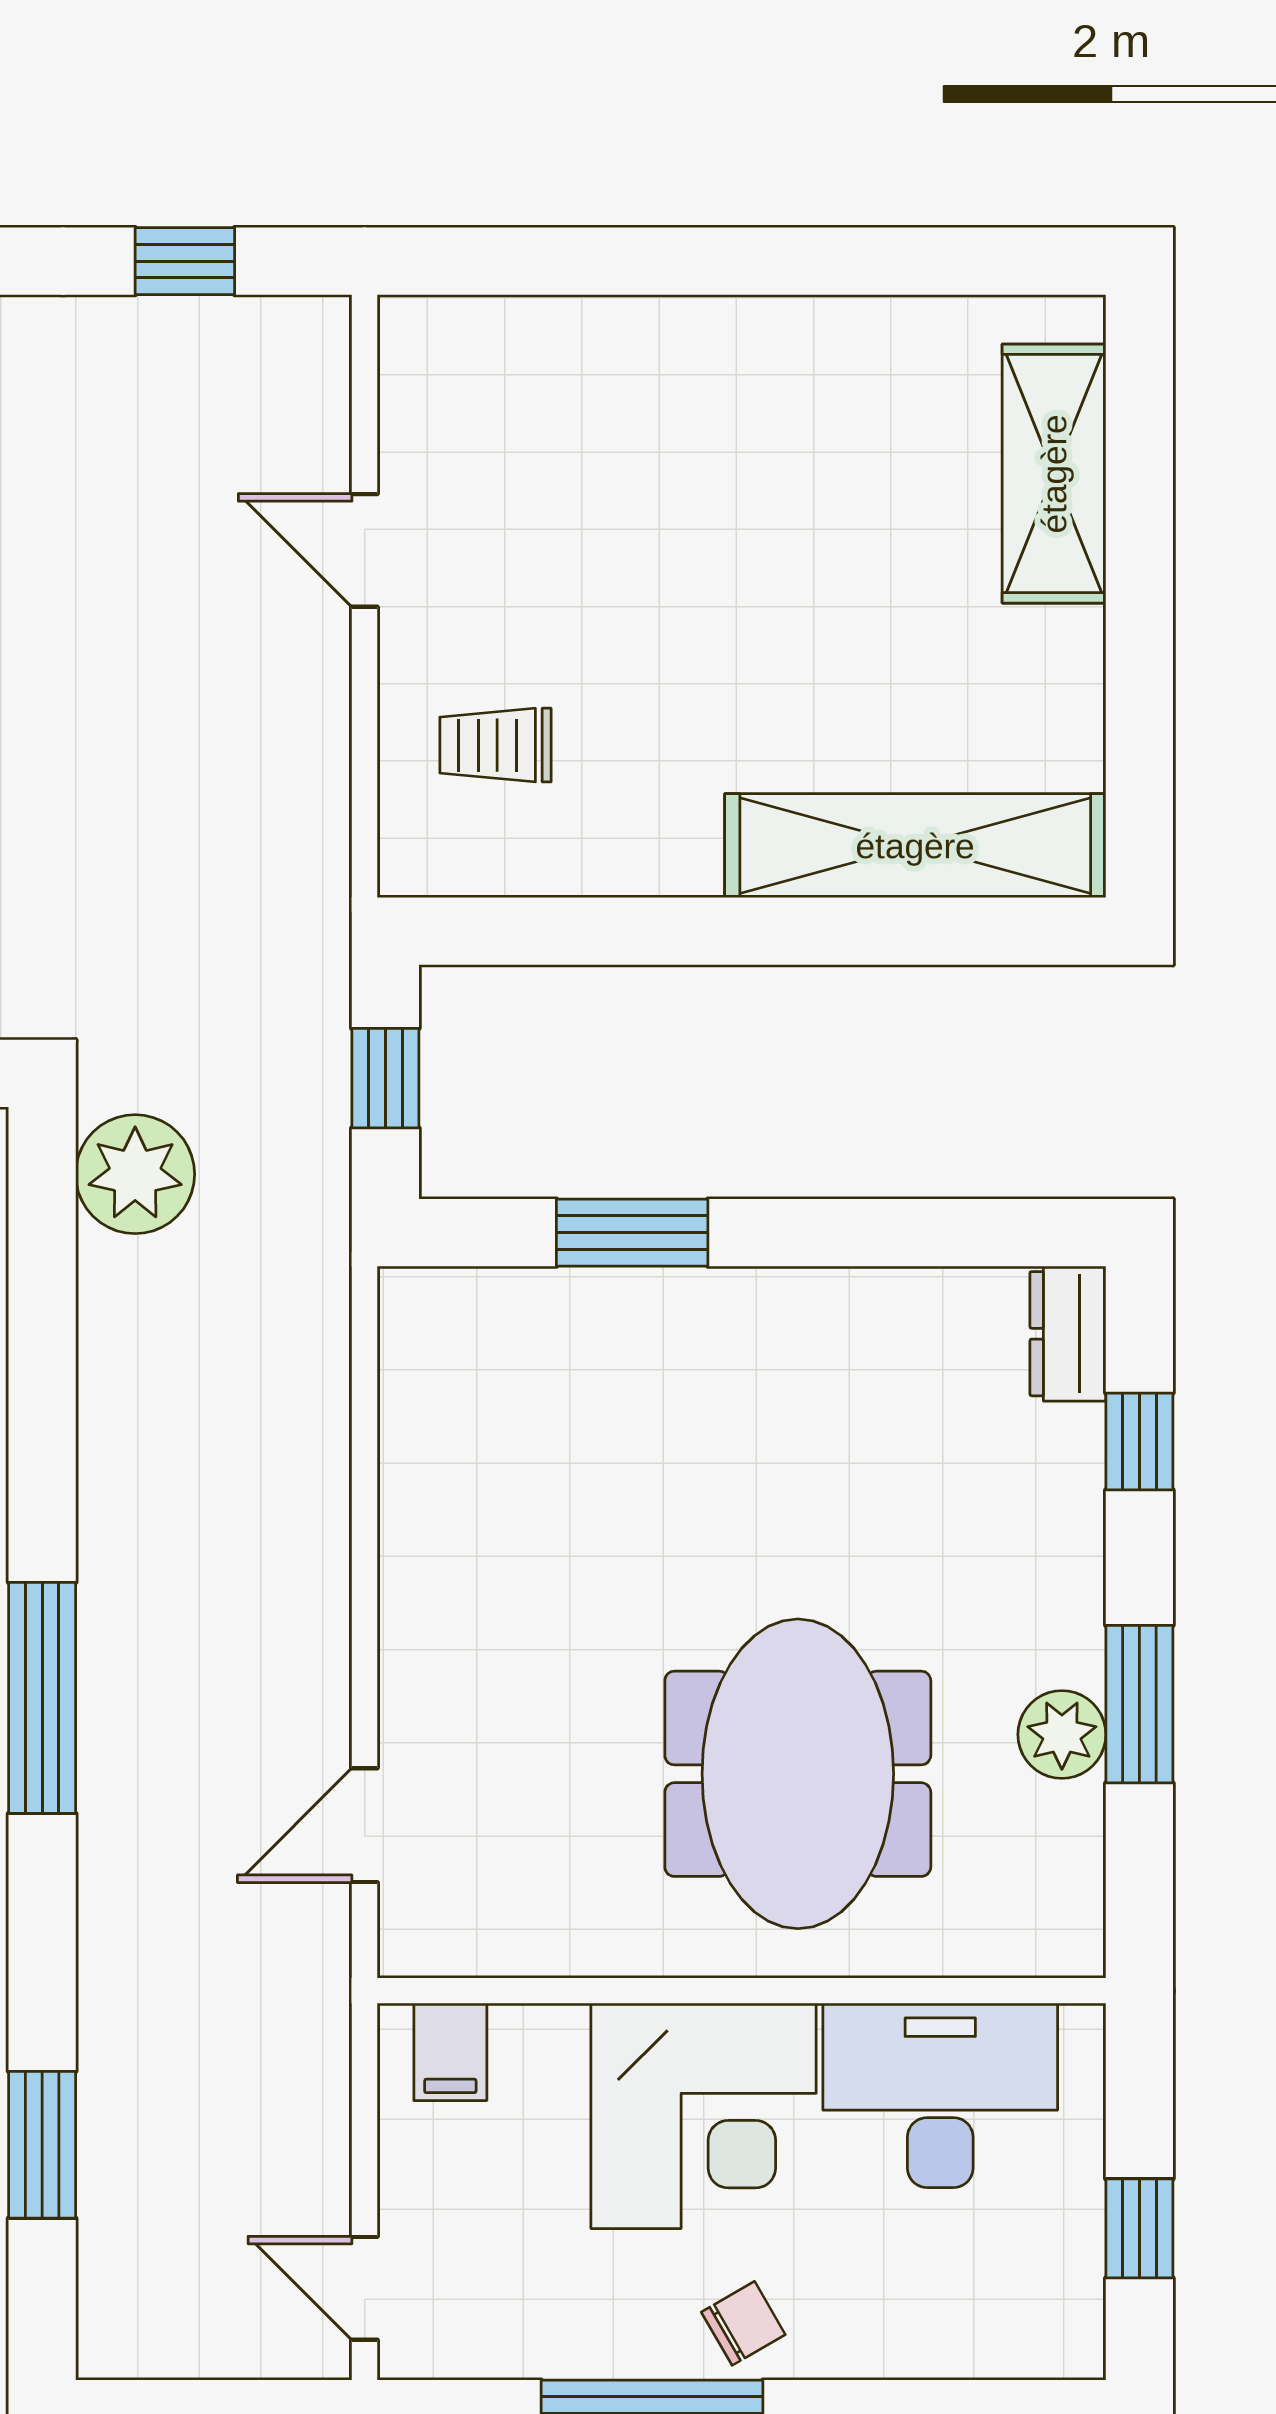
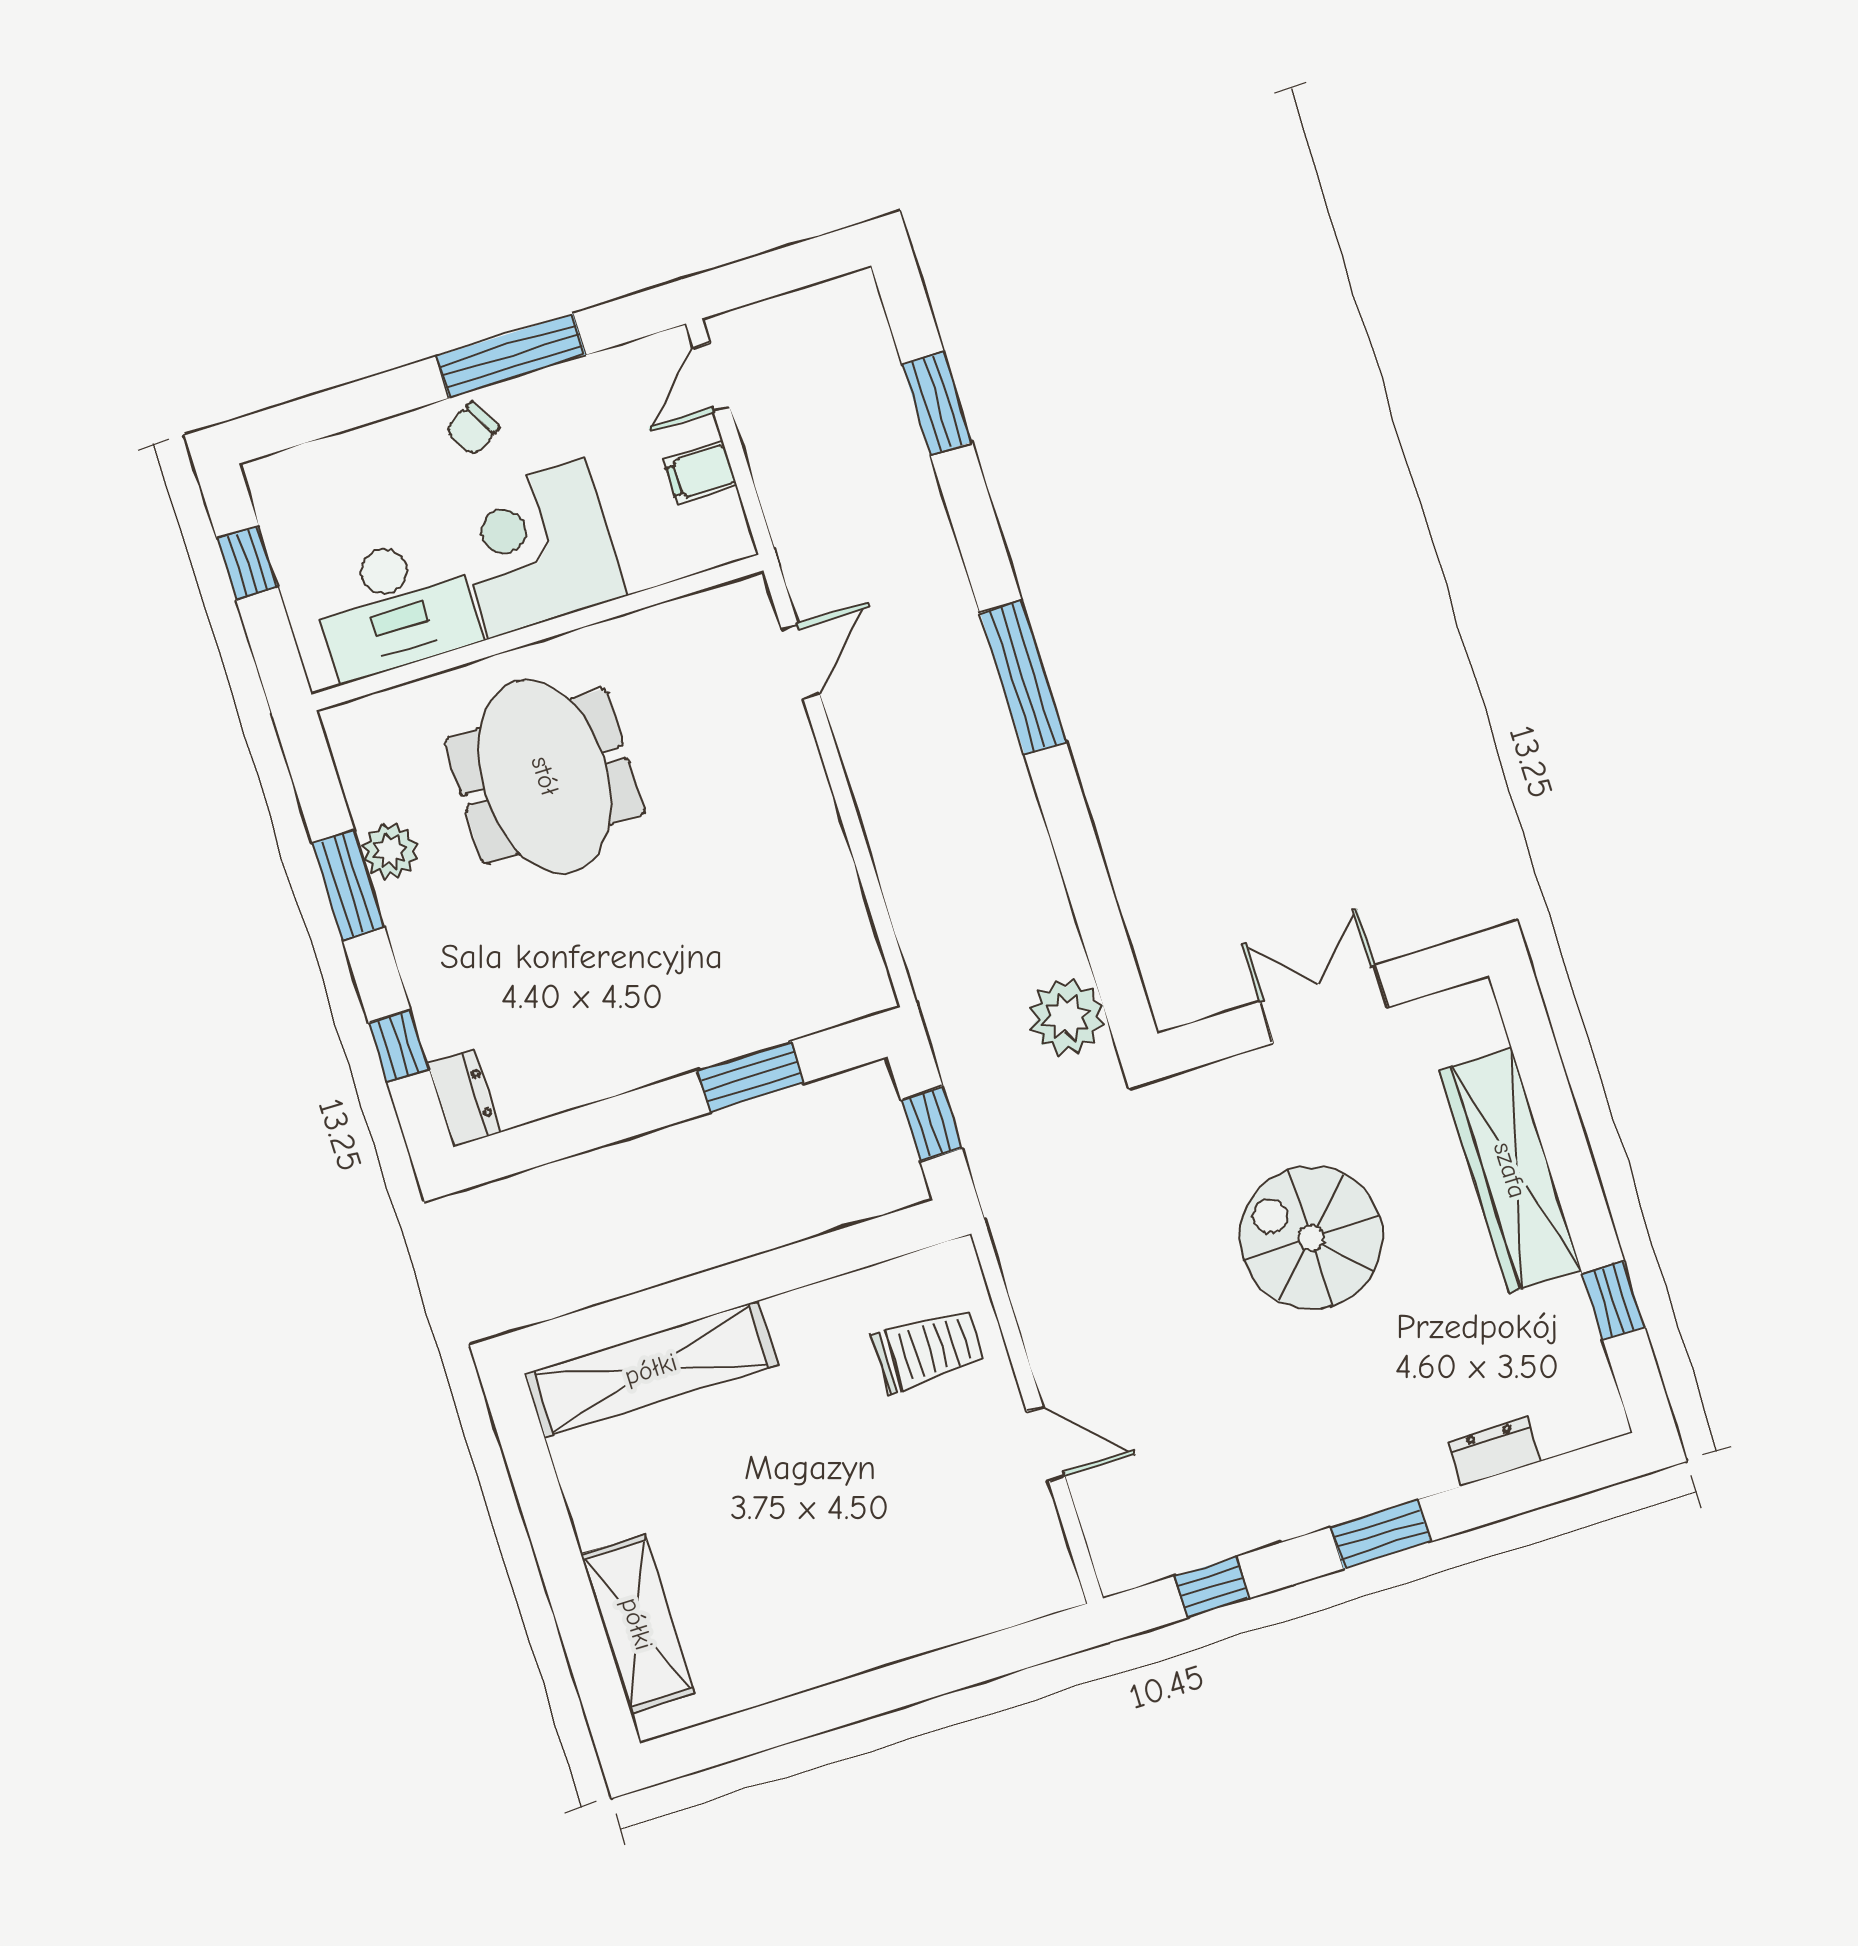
trolley: (495, 745) -> (928, 1350), width x1.36, depth x1.39
filing cabinet: (450, 2052) -> (700, 473), moved, turned -90
door: (365, 2288) -> (712, 377), swing flipped

